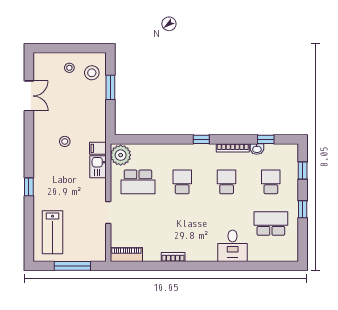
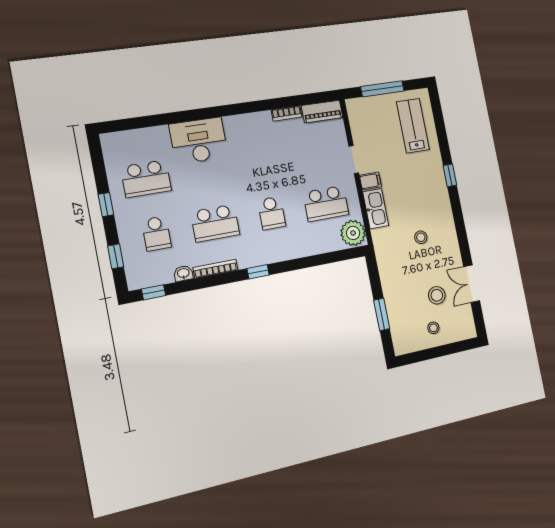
stool: (92, 73) -> (437, 295), moved
window: (266, 139) -> (154, 292), moved
filing cabinet: (98, 148) -> (370, 181), moved
kitchen sink: (98, 167) -> (376, 209), width x1.38
school desk: (138, 182) -> (326, 204), turned 180
school desk: (227, 182) -> (215, 223), width x1.85
desk: (233, 246) -> (199, 141), width x1.37
bookcase: (173, 257) -> (287, 113), moved

